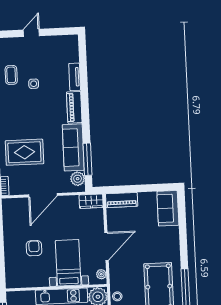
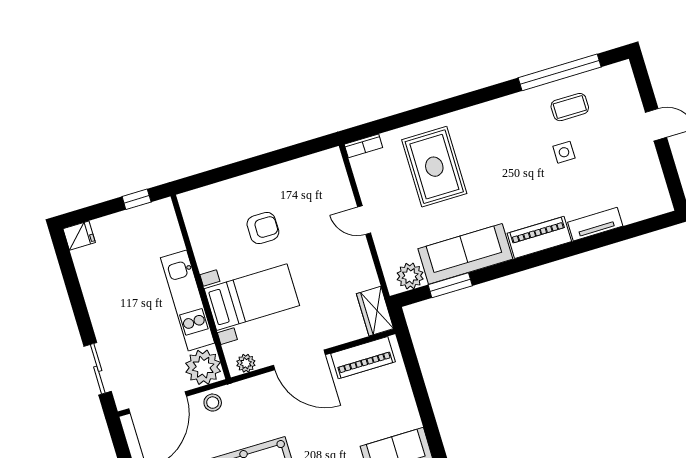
window: (87, 159) -> (450, 285), width x0.69
door: (43, 195) -> (364, 220), width x0.53
piano: (122, 200) -> (363, 358), moved, turned -90

